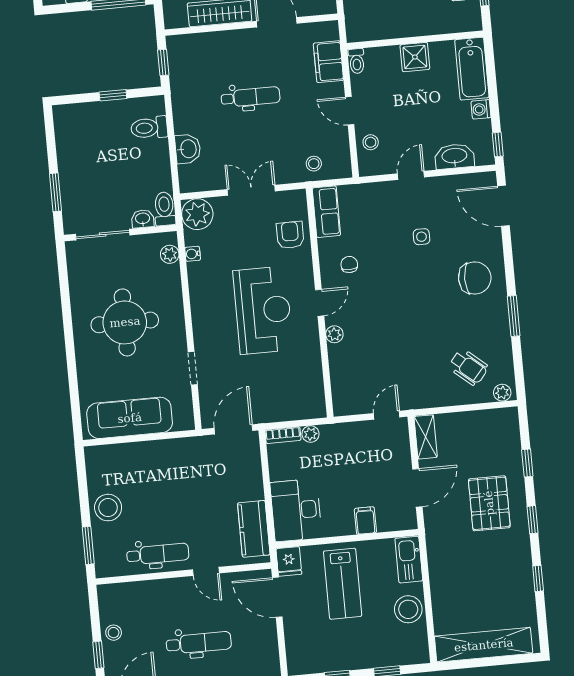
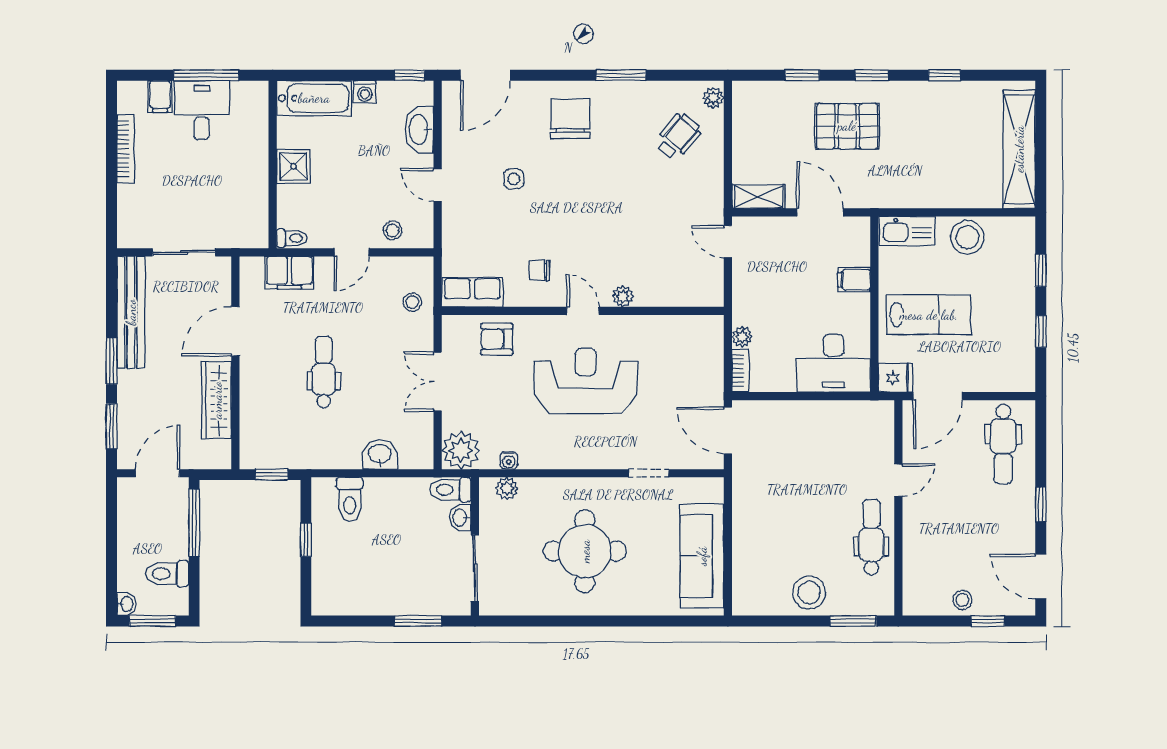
kitchen counter: (254, 529) -> (852, 417), removed
dental chair: (199, 643) -> (1003, 444), moved, turned 180

